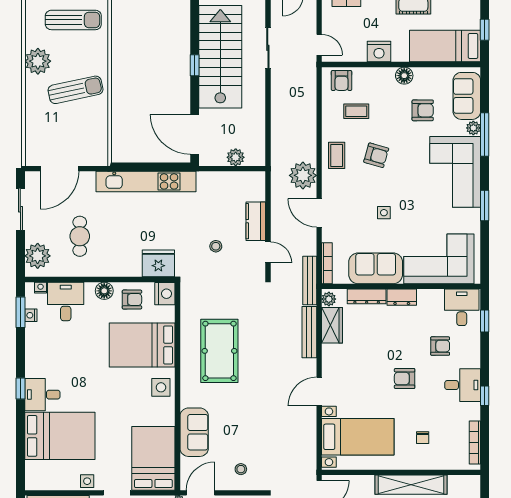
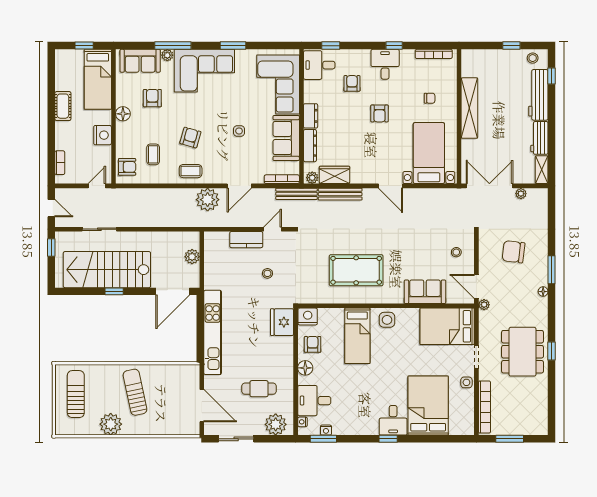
bed: (142, 345) -> (357, 336), width x0.67

